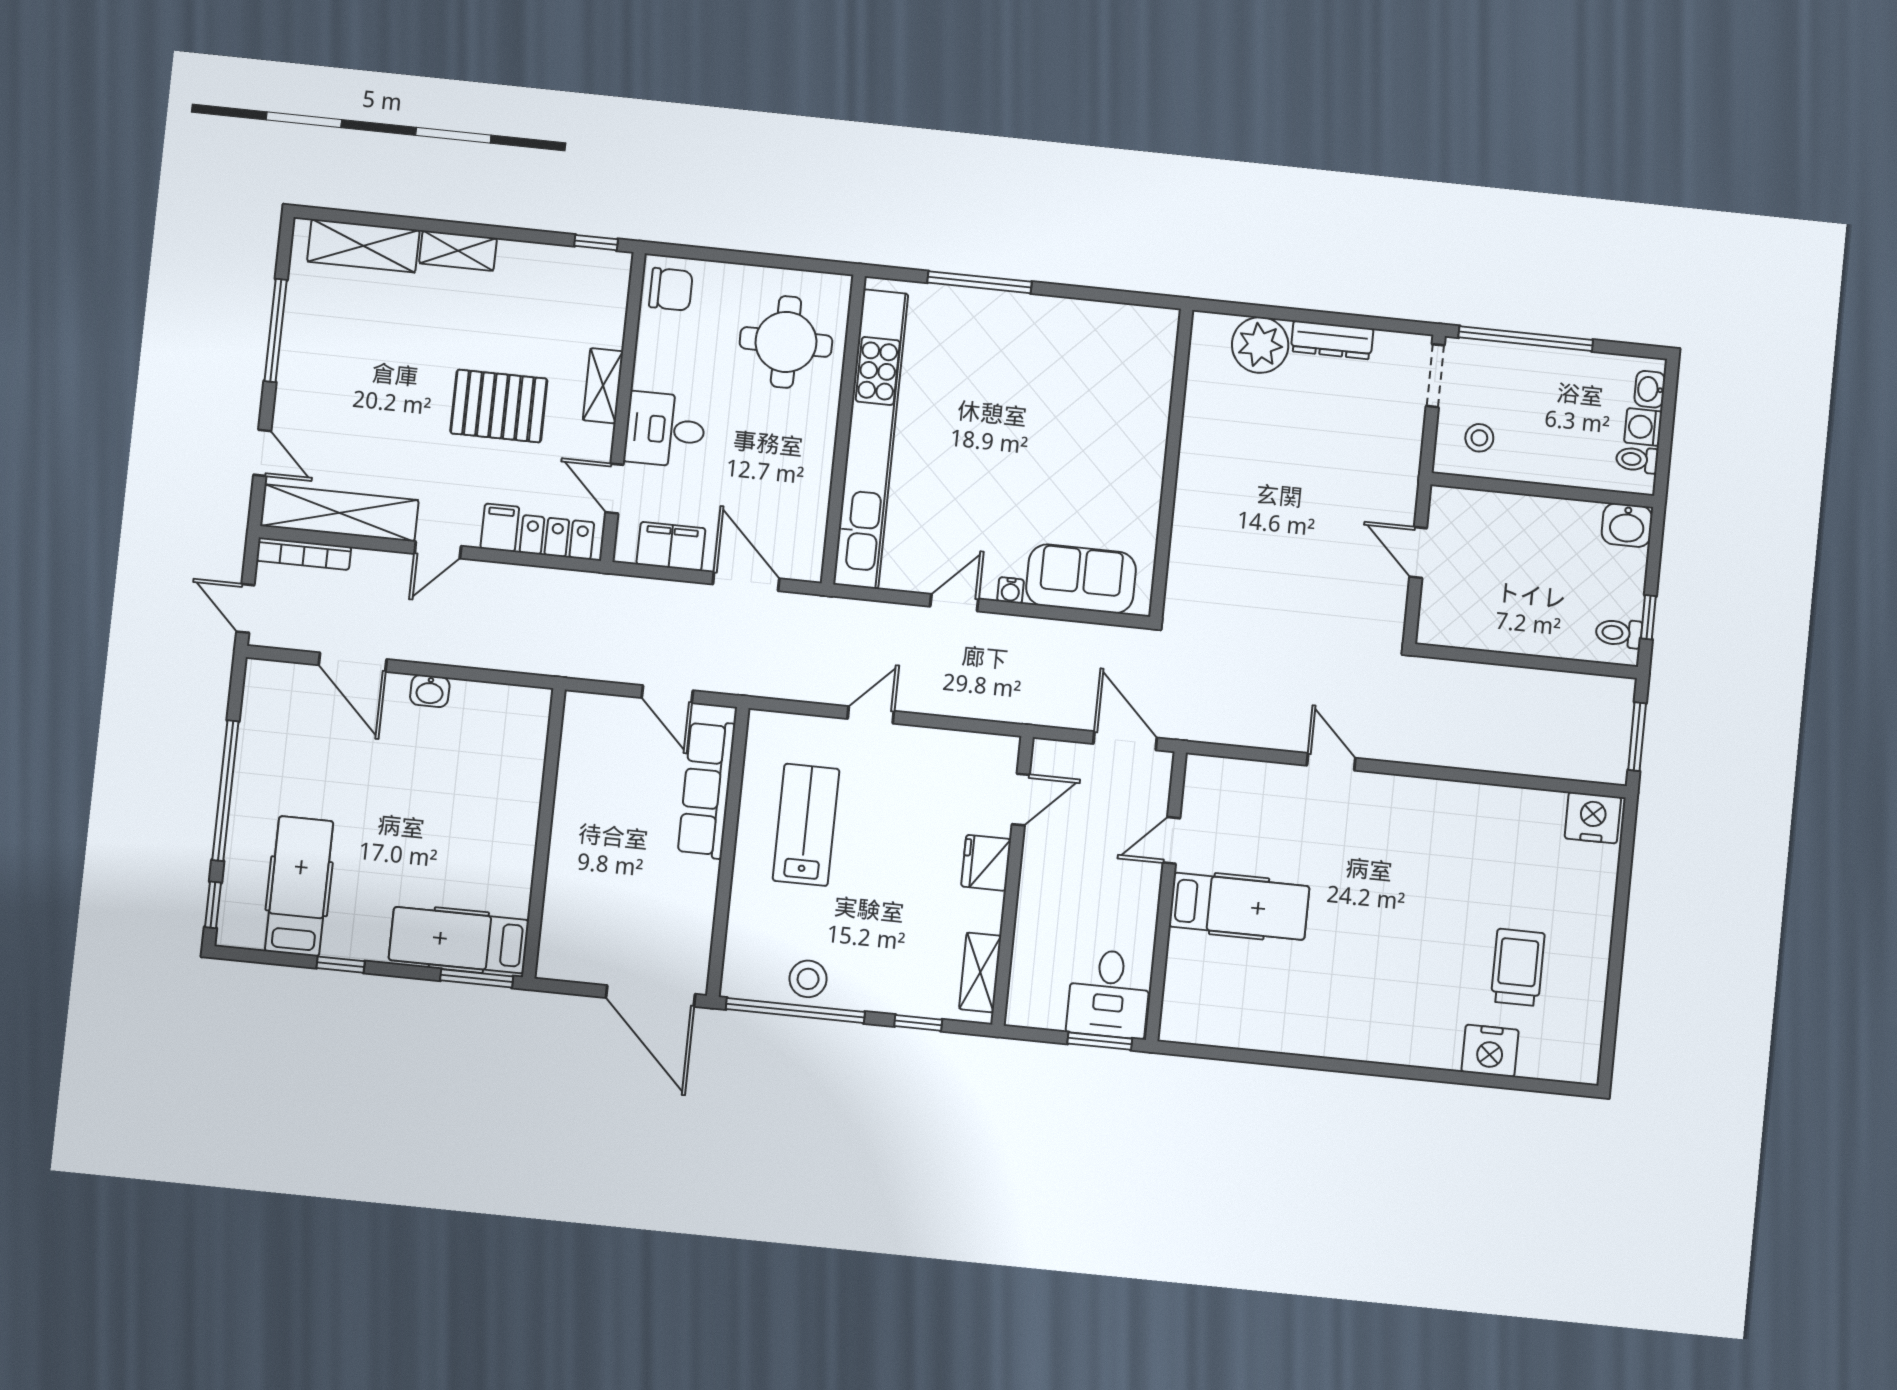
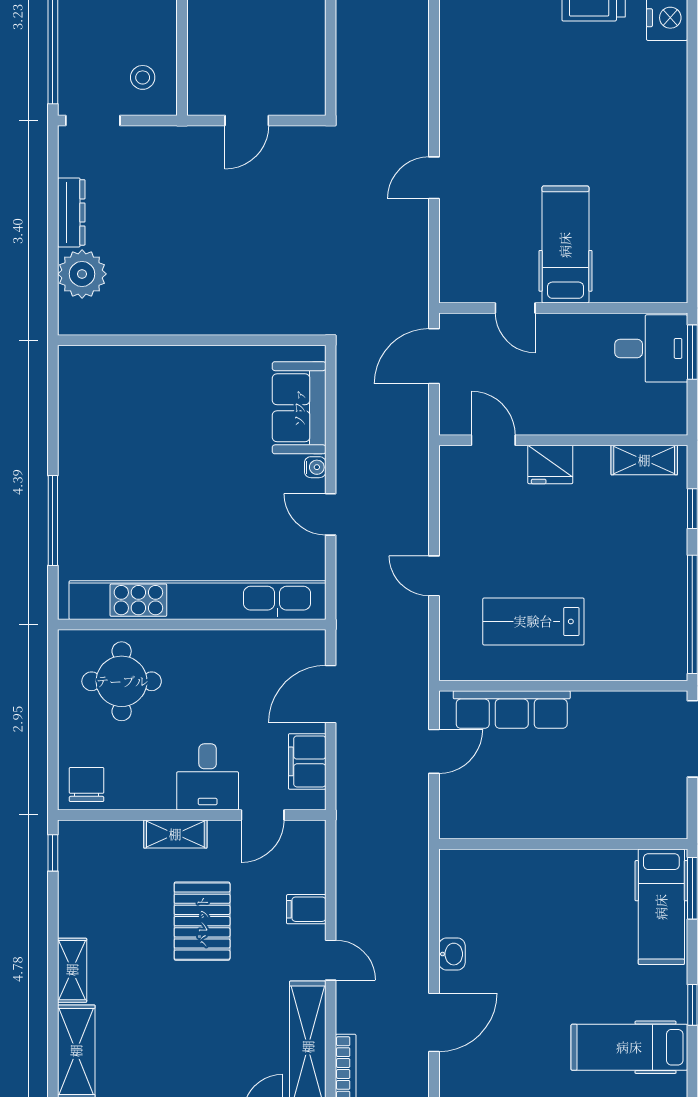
locker: (557, 537) -> (309, 860), removed
stool: (808, 979) -> (664, 606), removed

